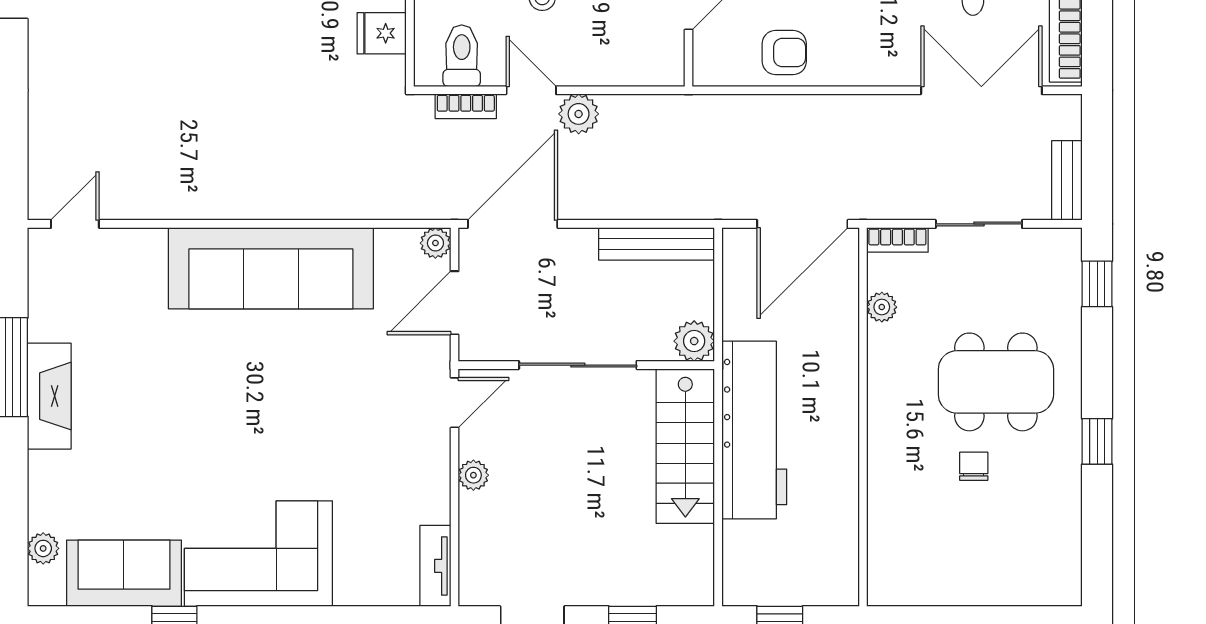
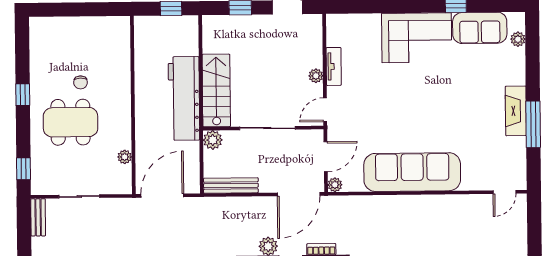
bookcase: (897, 240) -> (118, 188), removed
tv unit: (435, 566) -> (334, 66), moved

